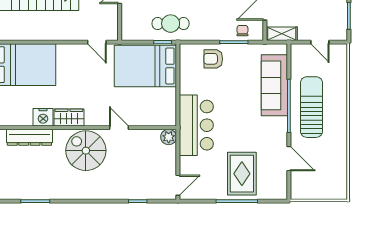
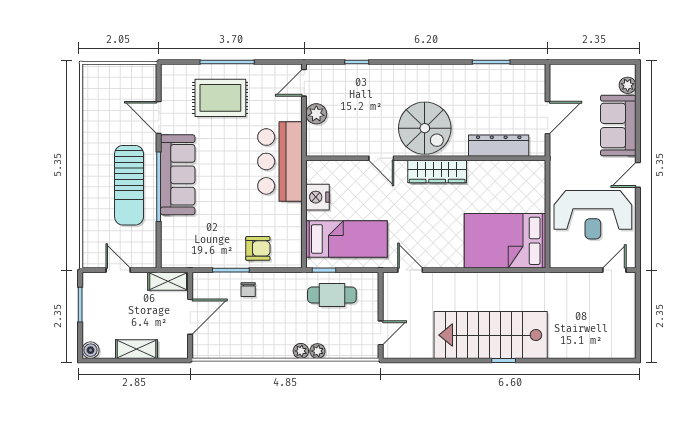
cafe table: (171, 24) -> (332, 295), moved
chair: (242, 31) -> (248, 290), moved
bed: (145, 66) -> (347, 239), width x0.67
sofa: (274, 85) -> (178, 175), moved
nightstand: (43, 117) -> (318, 197), moved, turned -90
wardrobe: (69, 117) -> (437, 172), width x1.50
plant: (169, 137) -> (316, 114), moved
rug: (242, 174) -> (220, 98), turned 90

